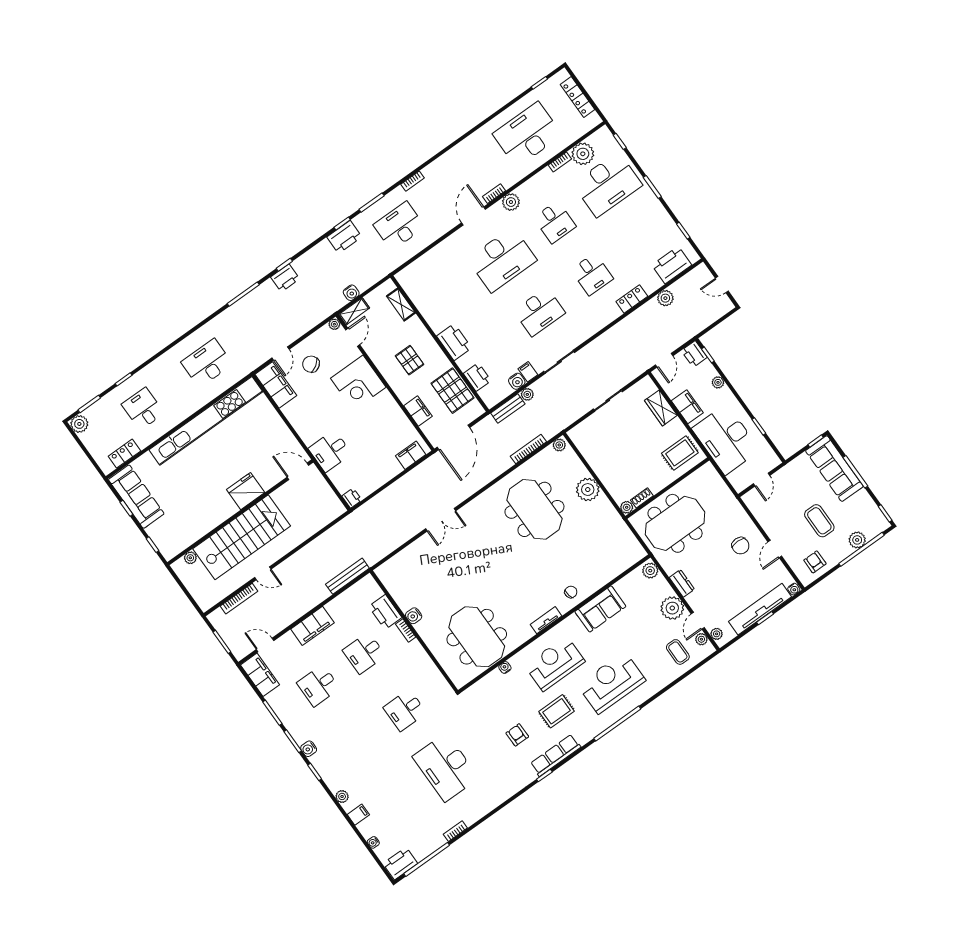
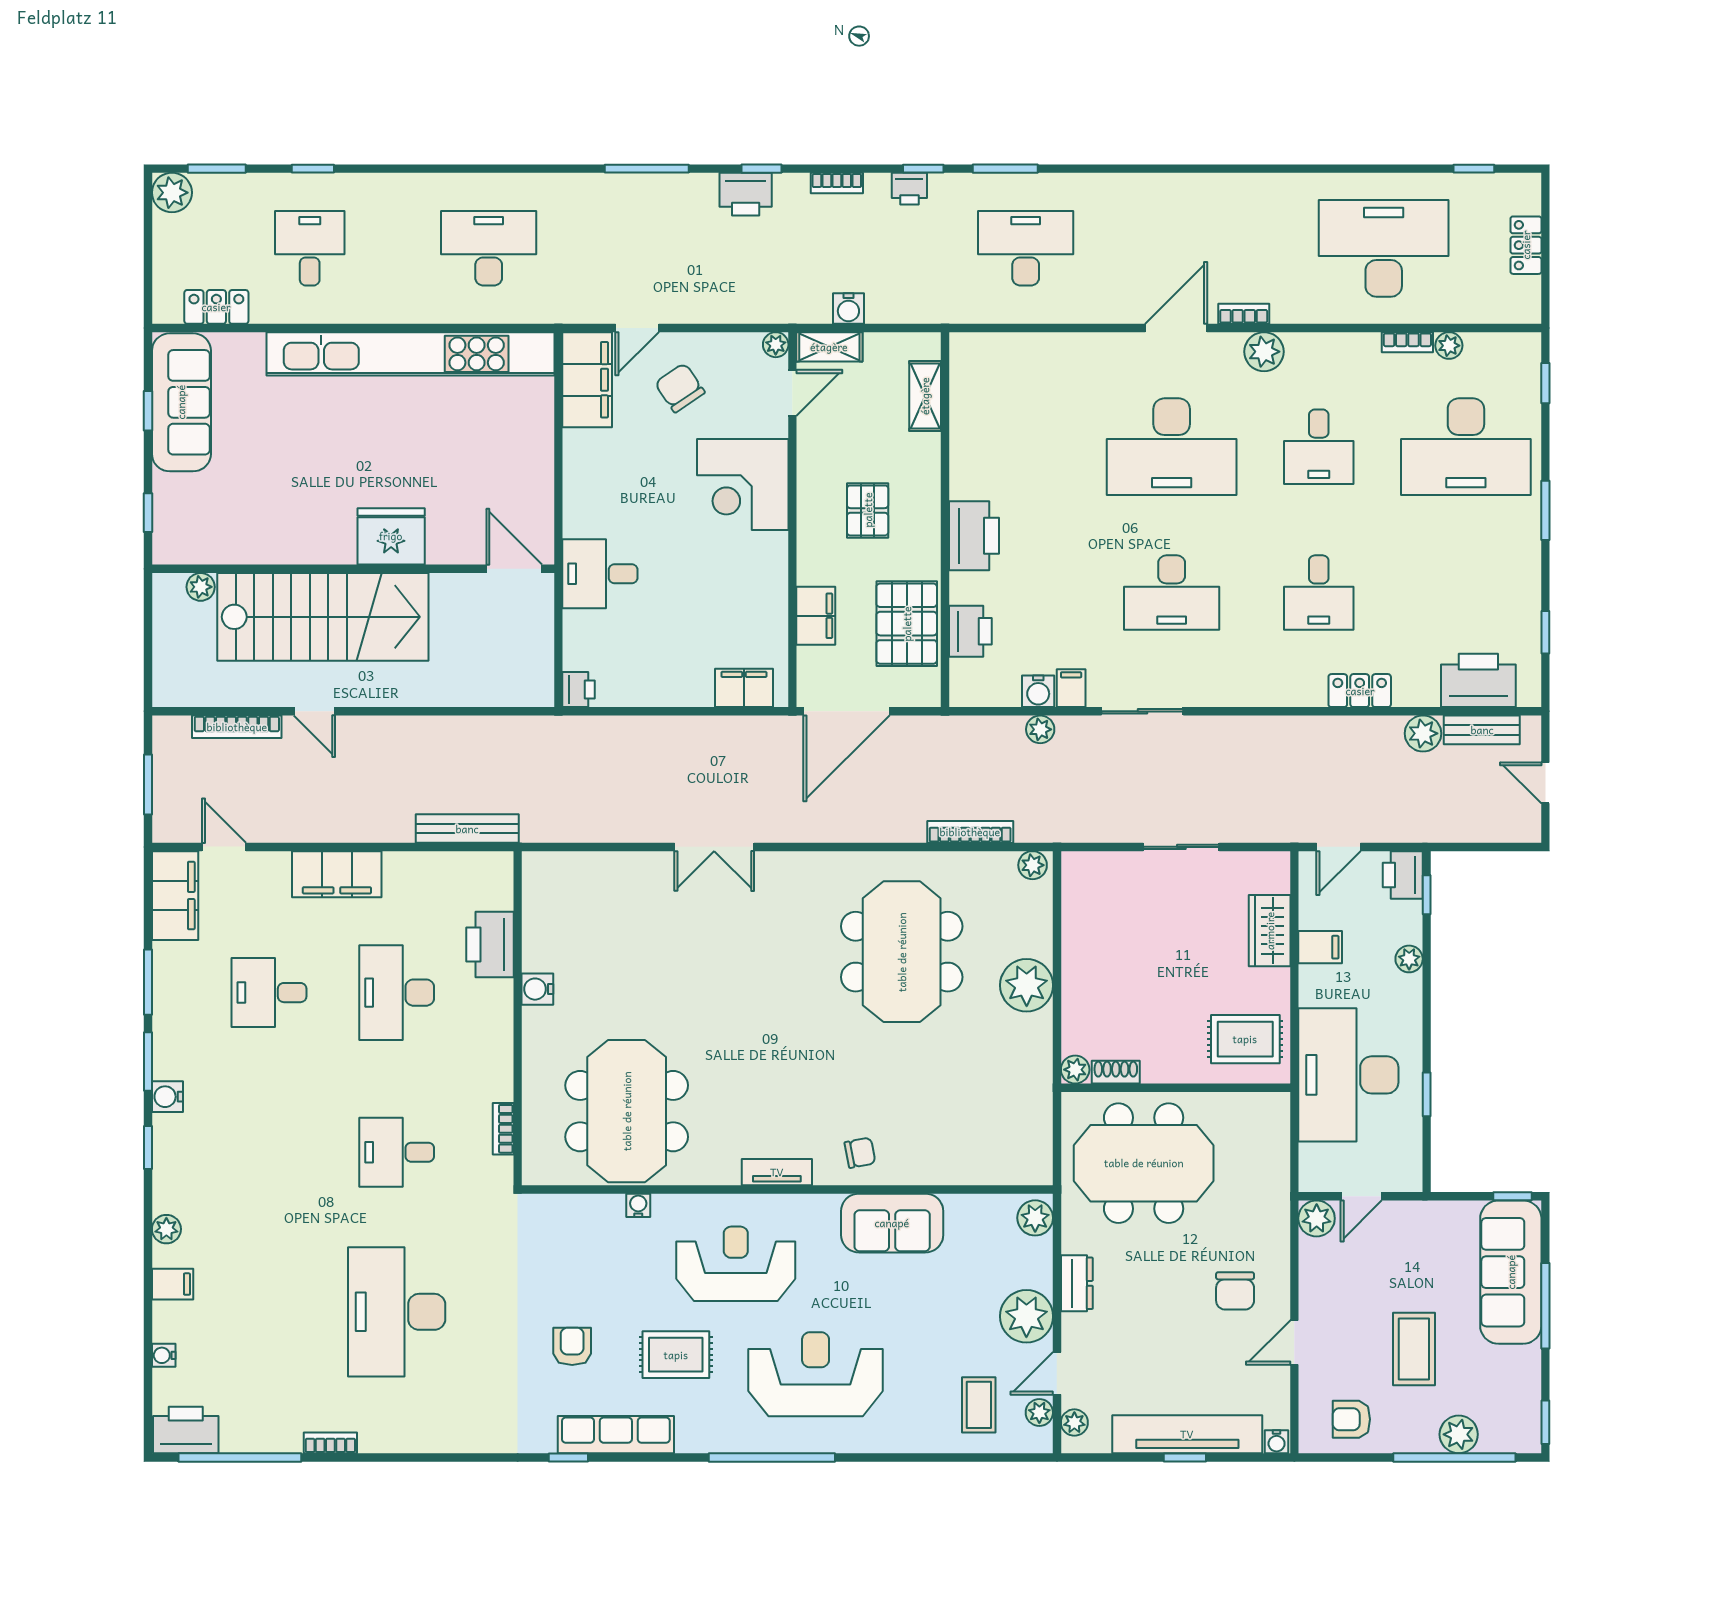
locker: (578, 97) -> (1526, 245), width x0.66
plant: (583, 154) -> (1449, 346), width x0.53, depth x0.53
bookcase: (413, 181) -> (837, 183), moved
printer: (344, 237) -> (909, 189), width x0.53, depth x0.68
filing cabinet: (687, 407) -> (1320, 947), width x0.50
bench: (508, 409) -> (1482, 730), moved
plant: (751, 499) -> (1317, 1218), added
armchair: (815, 562) -> (1351, 1419), turned -90
bookcase: (406, 631) -> (503, 1129), moved
desk: (364, 653) -> (397, 993), width x1.37

